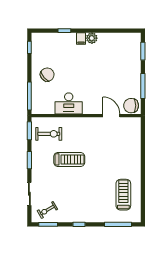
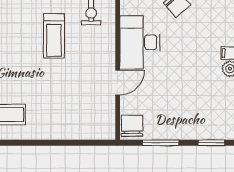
desk: (69, 103) -> (140, 42), width x1.36, depth x1.30
door: (111, 116) -> (118, 83), moved

